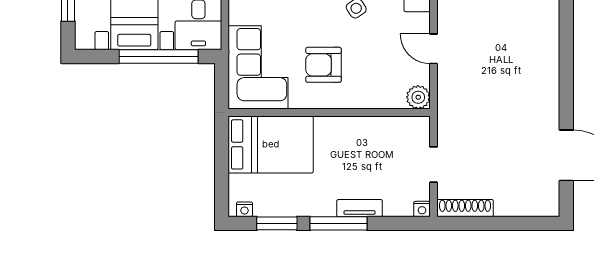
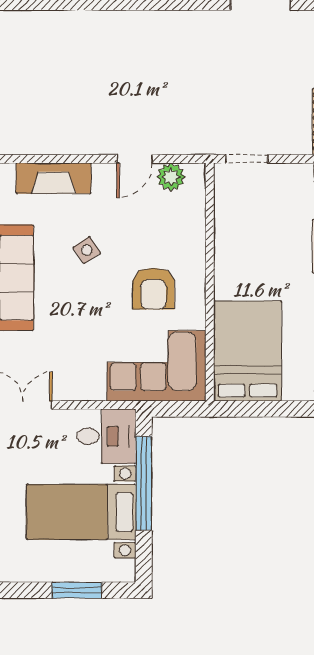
plant: (418, 97) -> (171, 177), moved
doorway: (434, 165) -> (247, 159), moved

